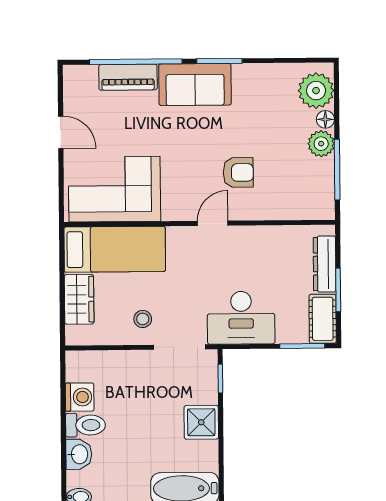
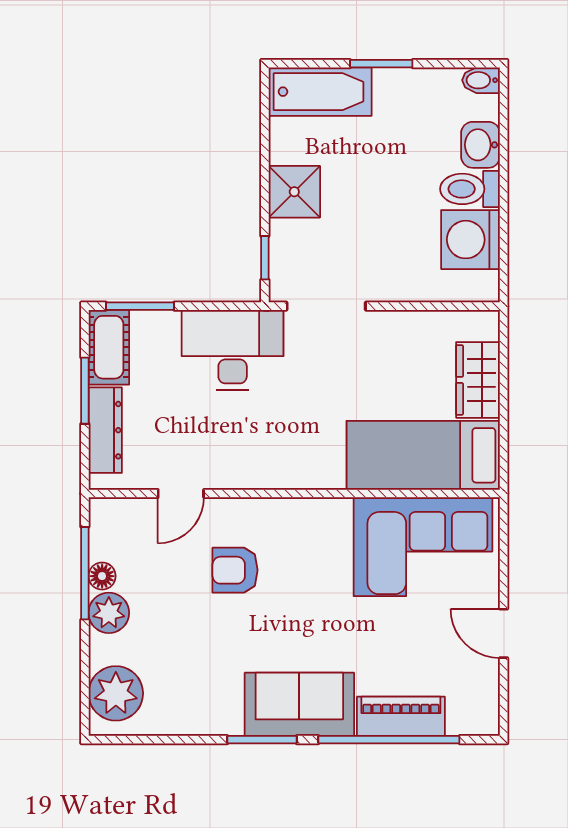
floor lamp: (325, 119) -> (102, 576), moved
door: (213, 223) -> (181, 493), moved
stool: (143, 319) -> (382, 349), removed
washing machine: (80, 397) -> (470, 240), width x1.37, depth x1.37

